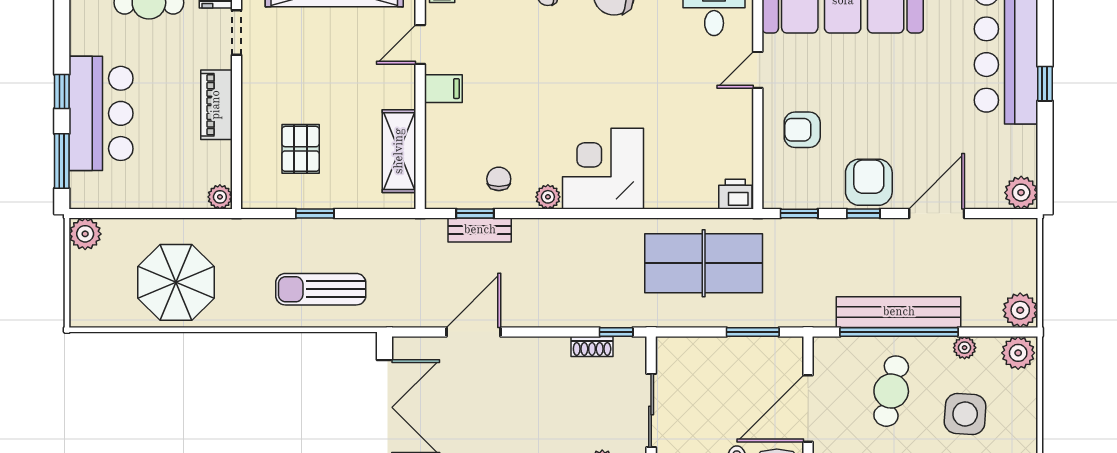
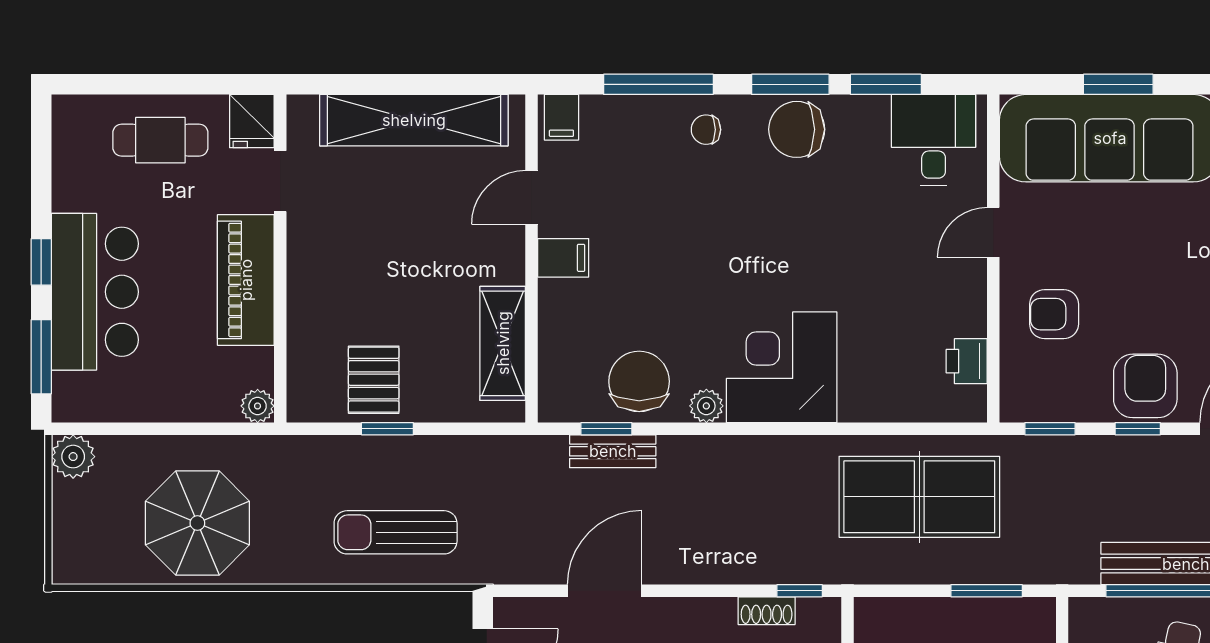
piano: (216, 105) -> (246, 280), width x1.37, depth x1.33
pallet: (301, 149) -> (374, 380), moved
chair: (499, 179) -> (639, 381), width x1.87, depth x1.87
printer: (735, 194) -> (967, 361), moved, turned -90

